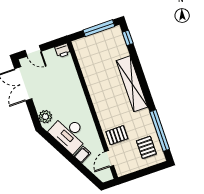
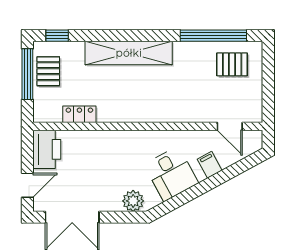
printer: (63, 51) -> (47, 149), width x1.87, depth x1.48
locker: (86, 67) -> (79, 114), added
desk: (69, 134) -> (171, 174), width x0.73
pallet: (117, 135) -> (48, 71), moved

